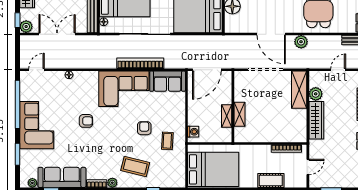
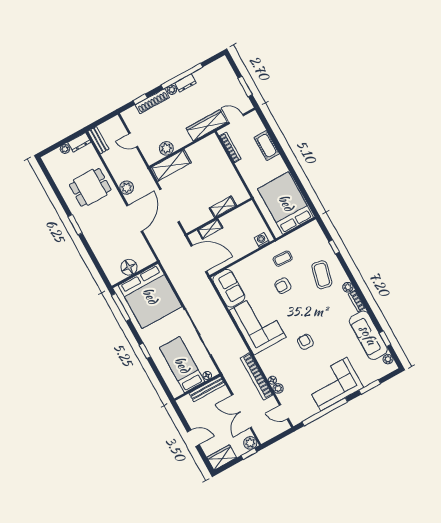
bookcase: (140, 63) -> (257, 376), moved
plant: (59, 76) -> (278, 388), added
shelving: (227, 116) -> (210, 229), moved
wardrobe: (316, 120) -> (207, 125), moved

